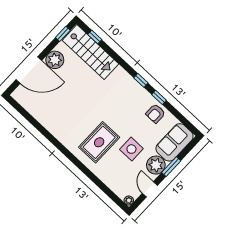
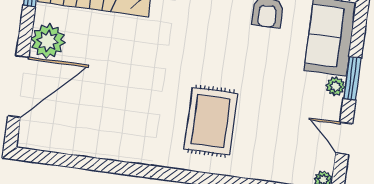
side table: (131, 149) -> (270, 96), removed
plant: (156, 165) -> (336, 86), width x0.53, depth x0.53

